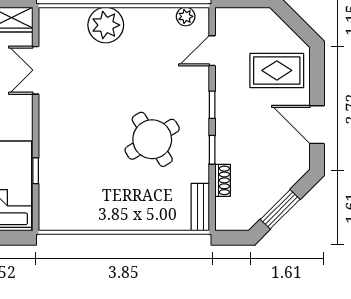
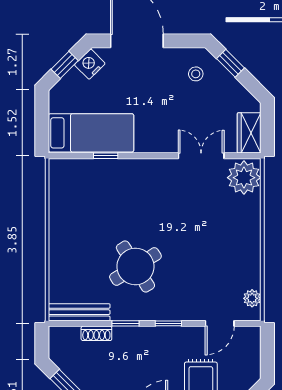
plant: (106, 25) -> (244, 178), moved
door: (212, 51) -> (220, 323), swing flipped
bench: (200, 207) -> (79, 312), width x1.36

